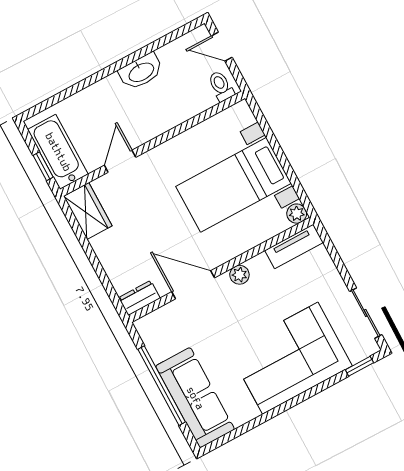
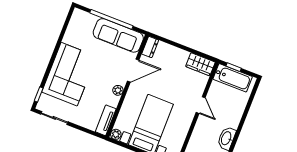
door: (120, 161) -> (201, 105), moved
sofa: (195, 398) -> (118, 35), moved

